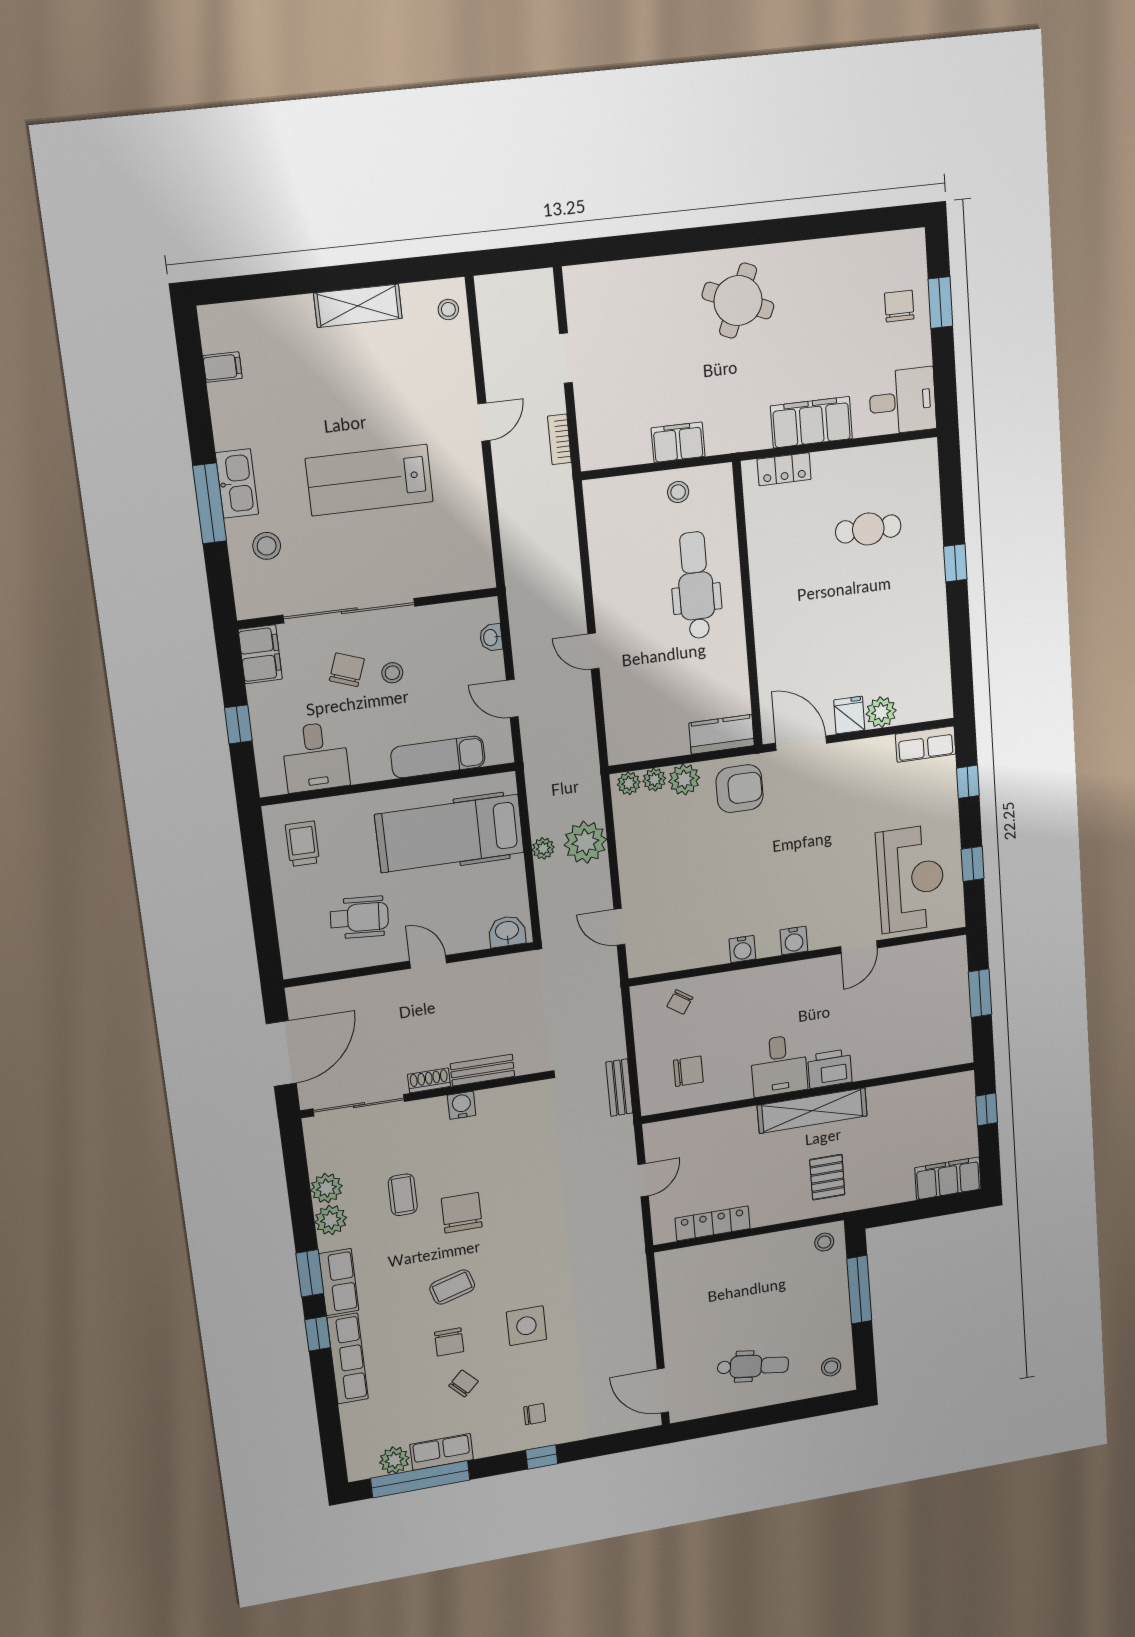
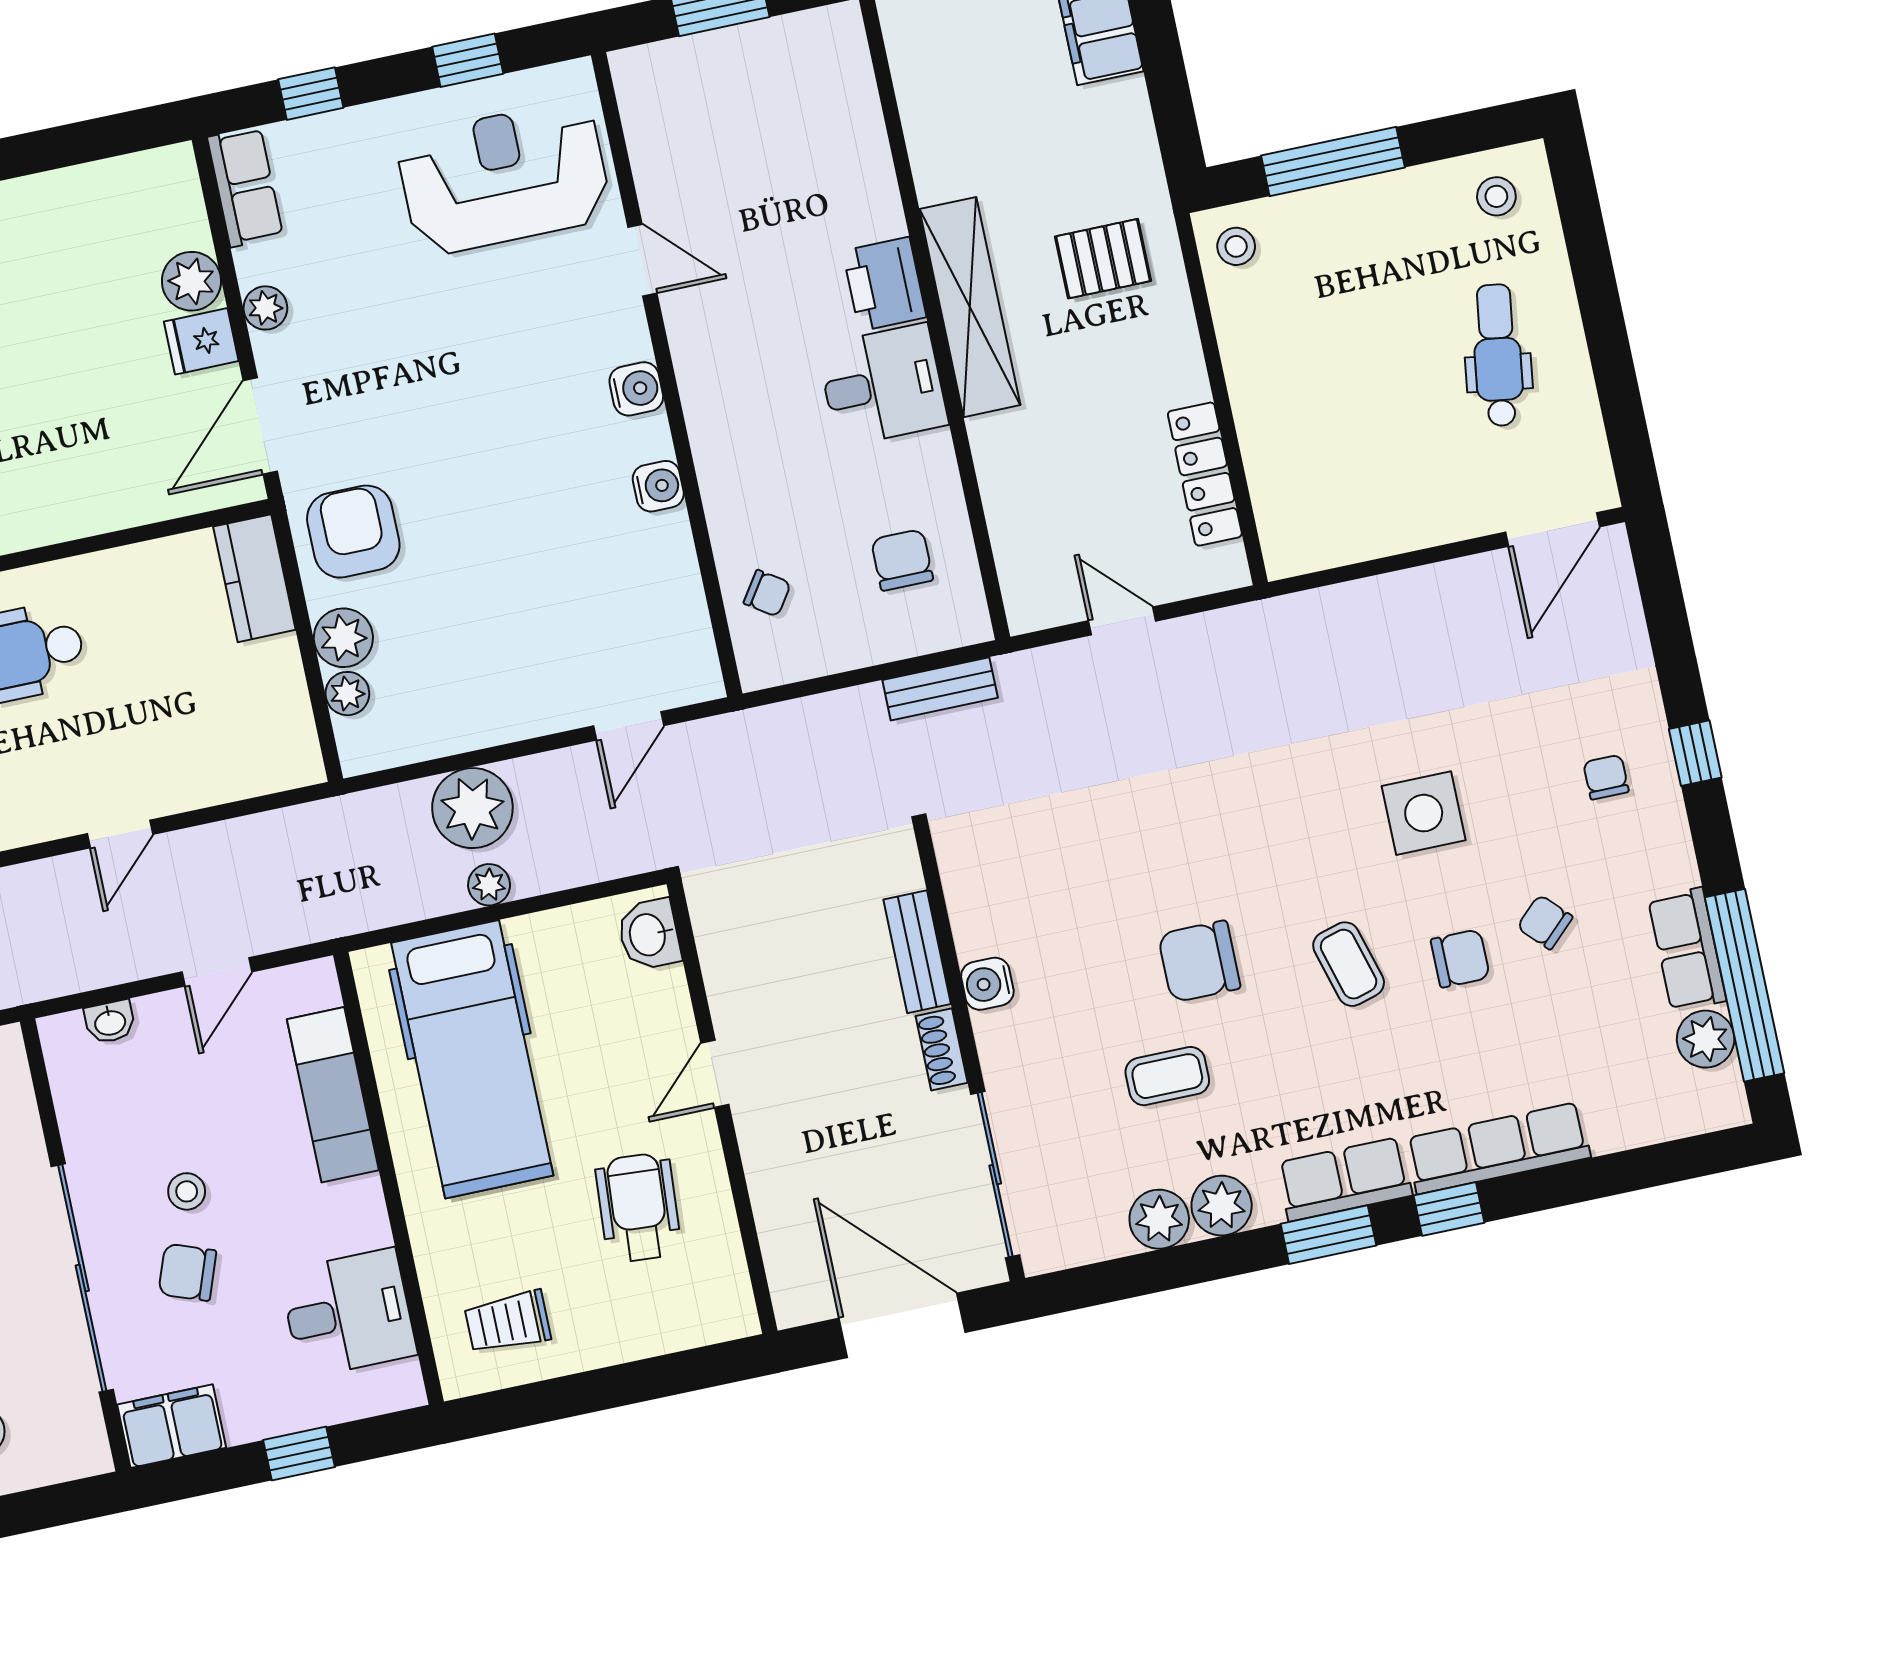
plant: (629, 783) -> (265, 308), moved

